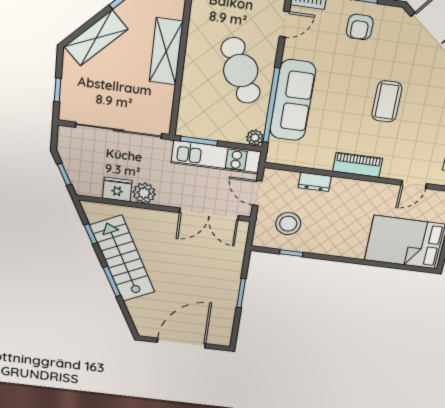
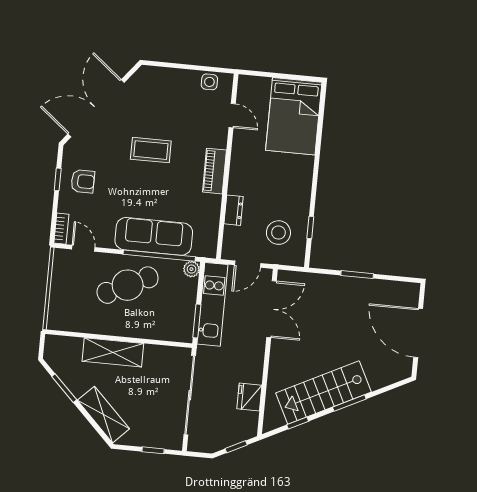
plant: (144, 193) -> (252, 372), removed

